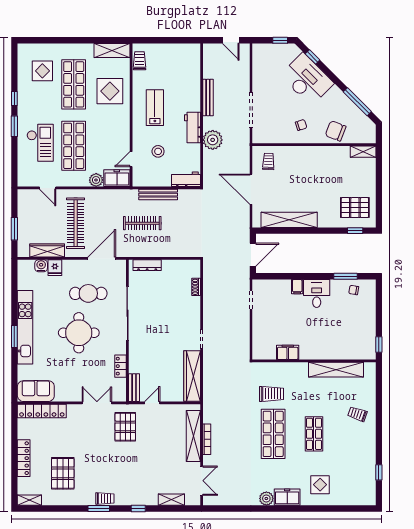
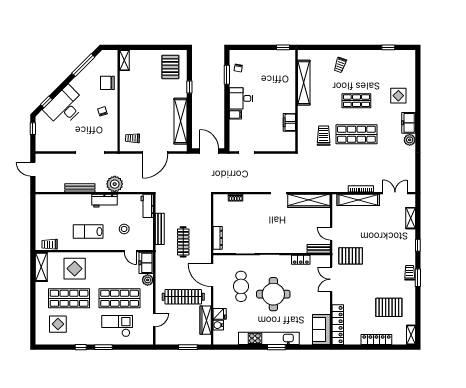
door: (231, 40) -> (33, 169), swing flipped
chair: (336, 131) -> (107, 83), turned 69
window: (355, 231) -> (189, 87), moved

